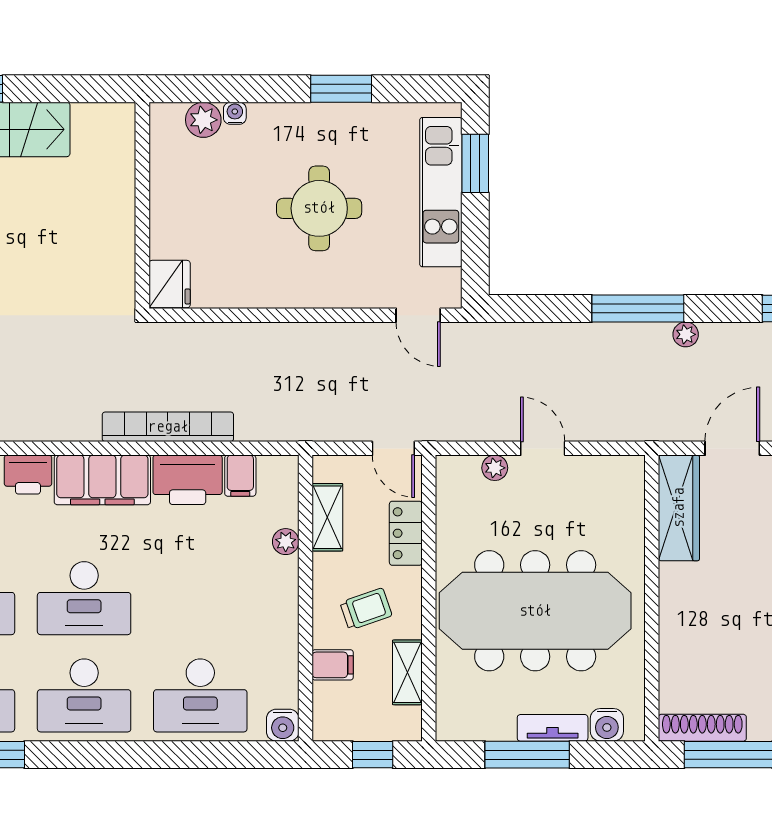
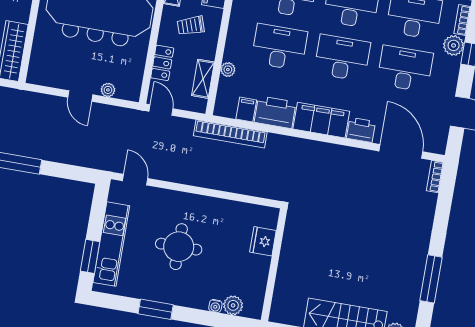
fridge: (170, 284) -> (263, 241), moved
bookcase: (168, 427) -> (230, 134), moved
desk: (200, 598) -> (279, 47), added

